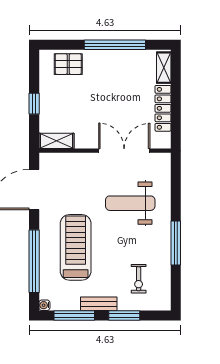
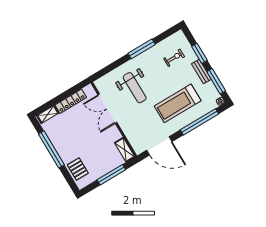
window: (34, 104) -> (111, 175), width x2.17

